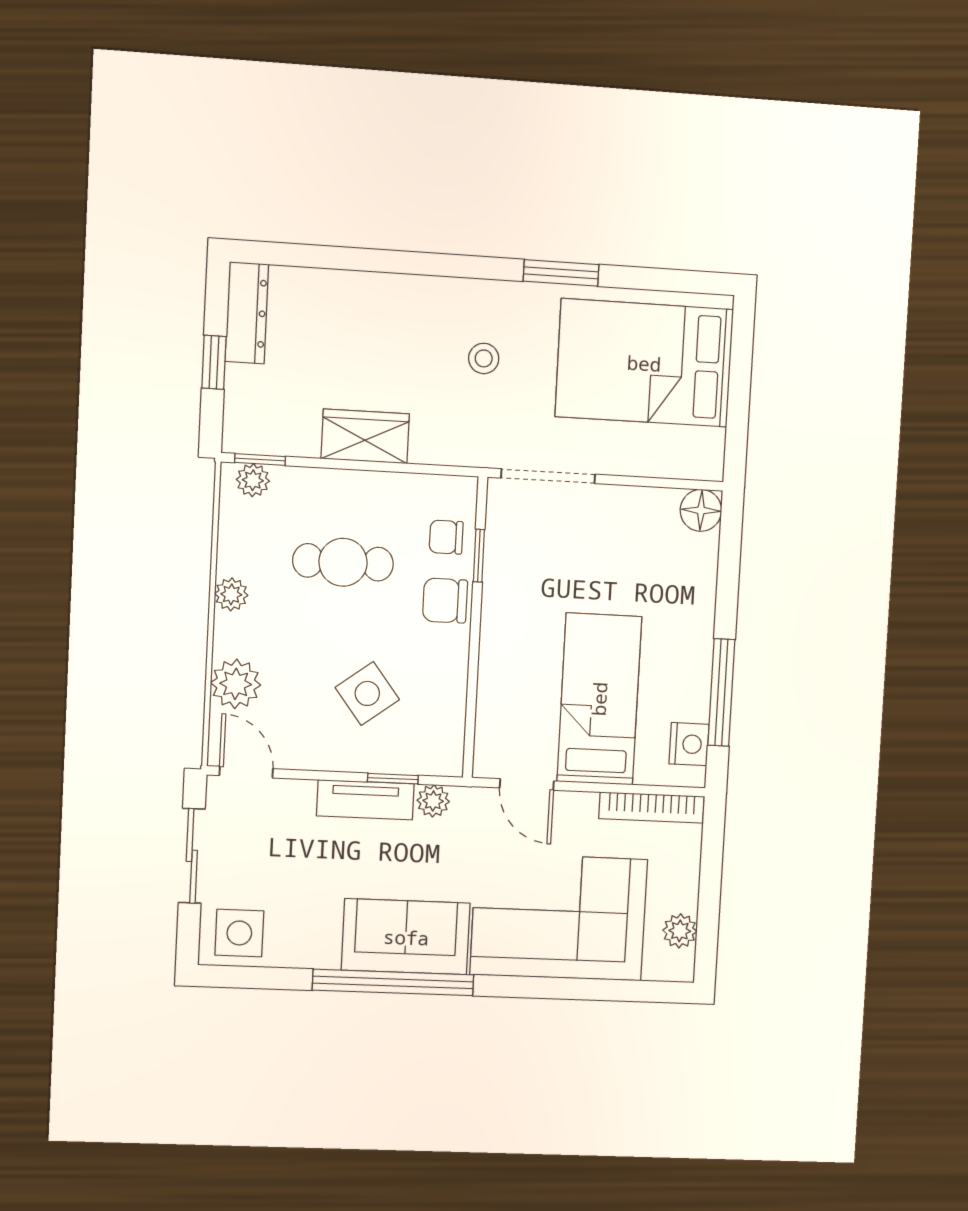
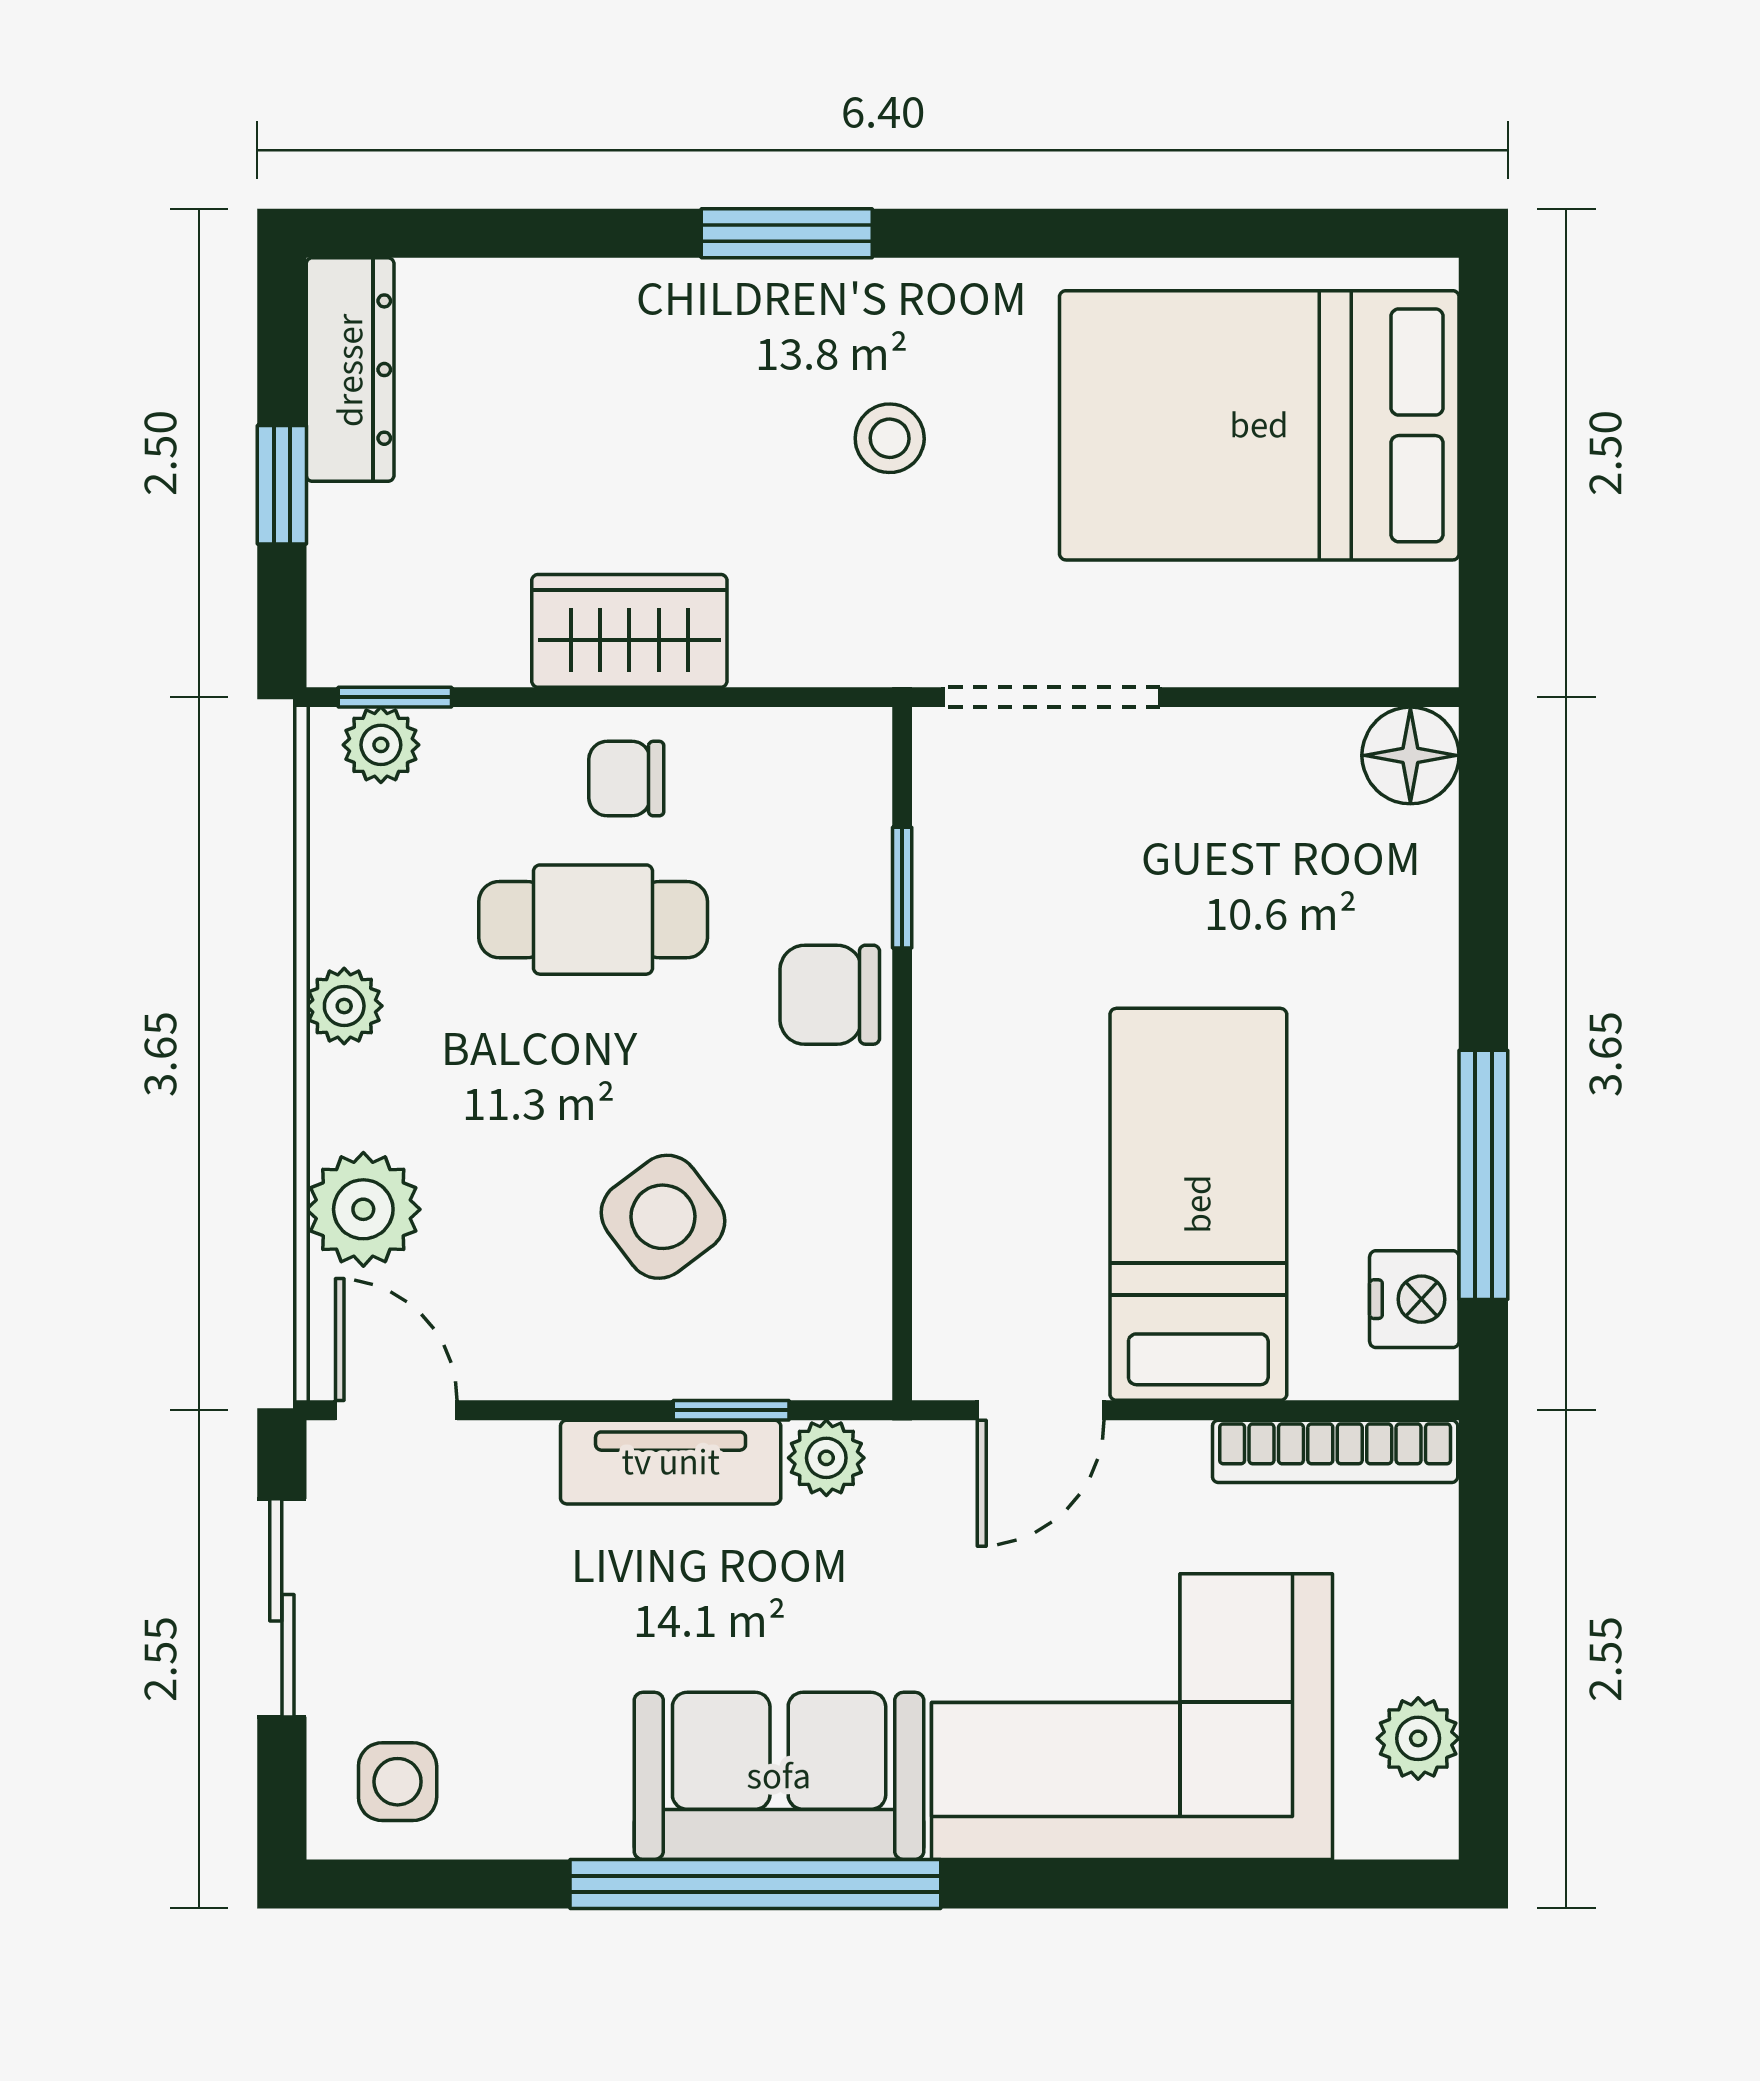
window: (561, 273) -> (787, 233), moved
chair: (446, 537) -> (626, 779), moved
door: (527, 784) -> (1041, 1410), hinge flipped
side table: (239, 933) -> (398, 1782), width x0.73, depth x0.73

